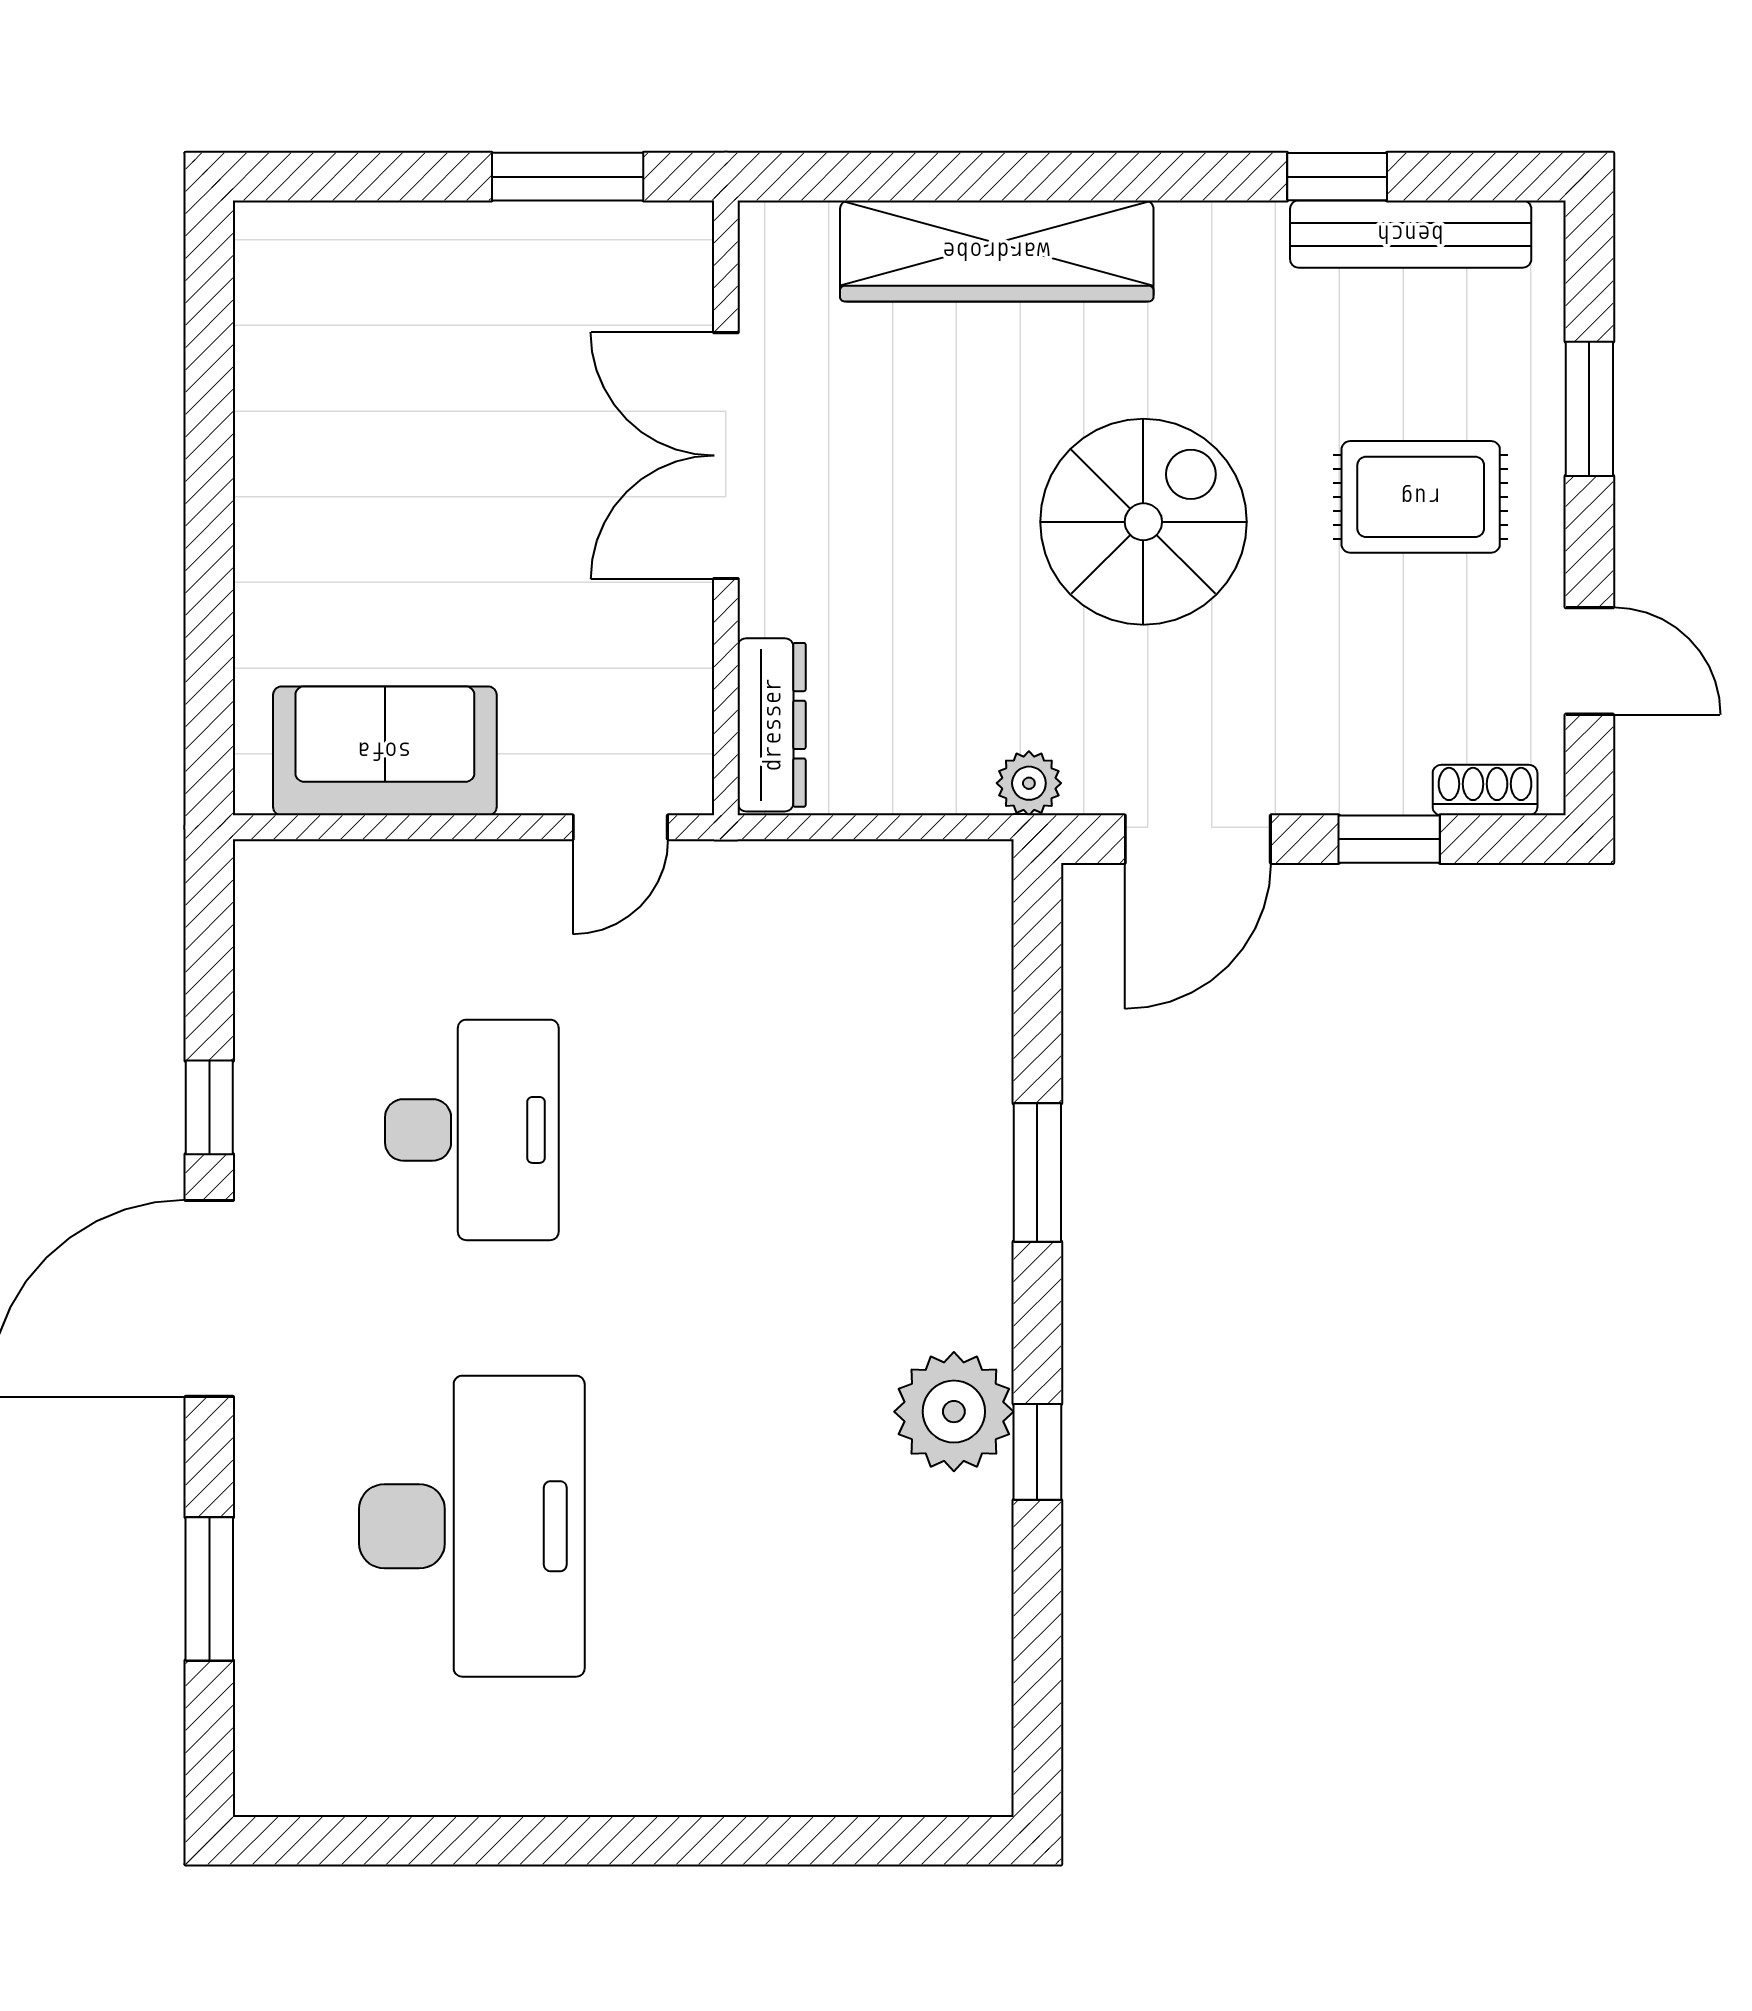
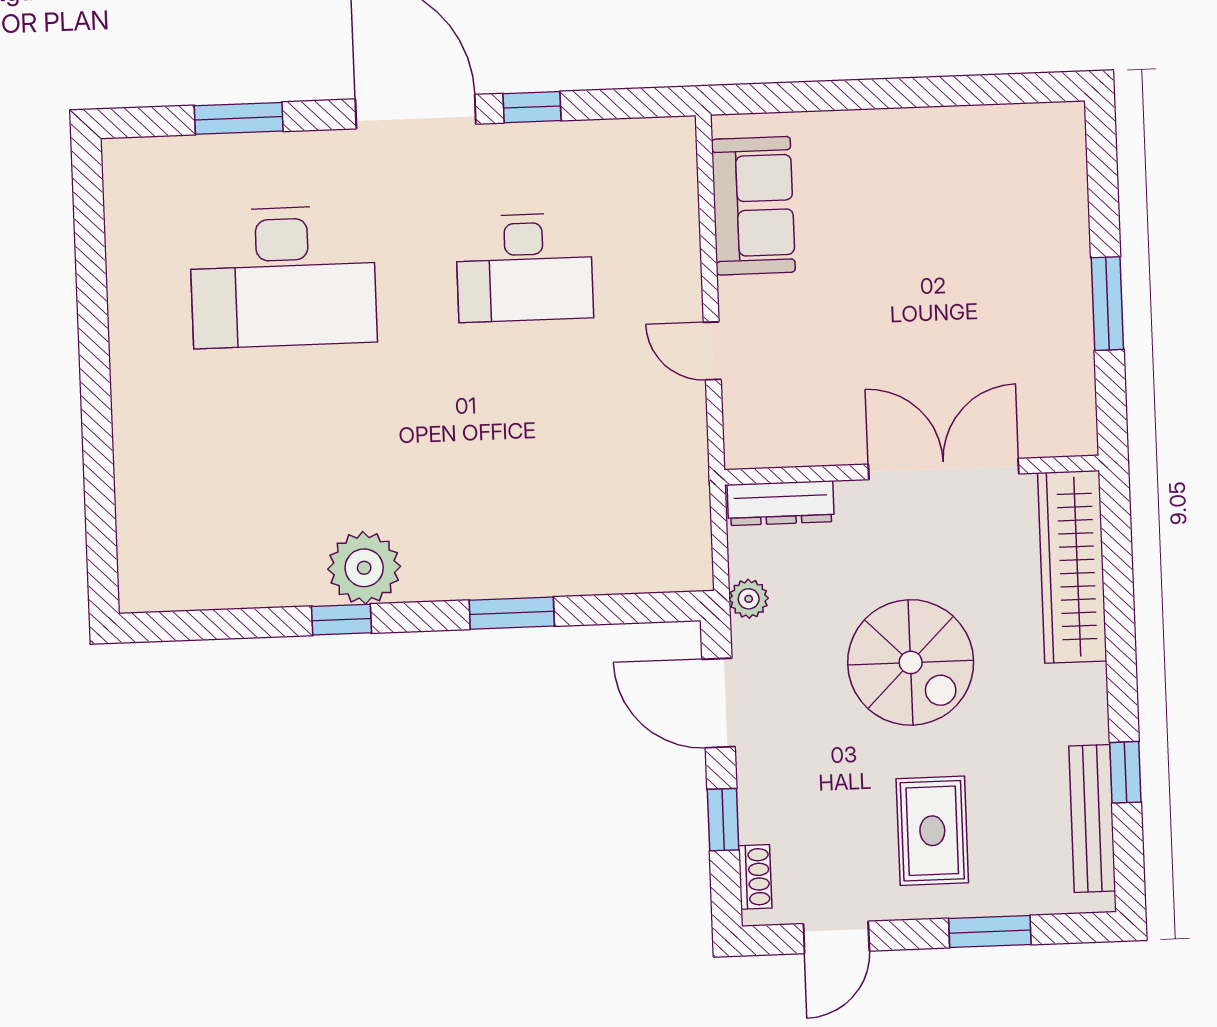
double door: (726, 456) -> (944, 469), moved
wall: (726, 508) -> (912, 470), moved
dresser: (772, 725) -> (781, 503), moved

